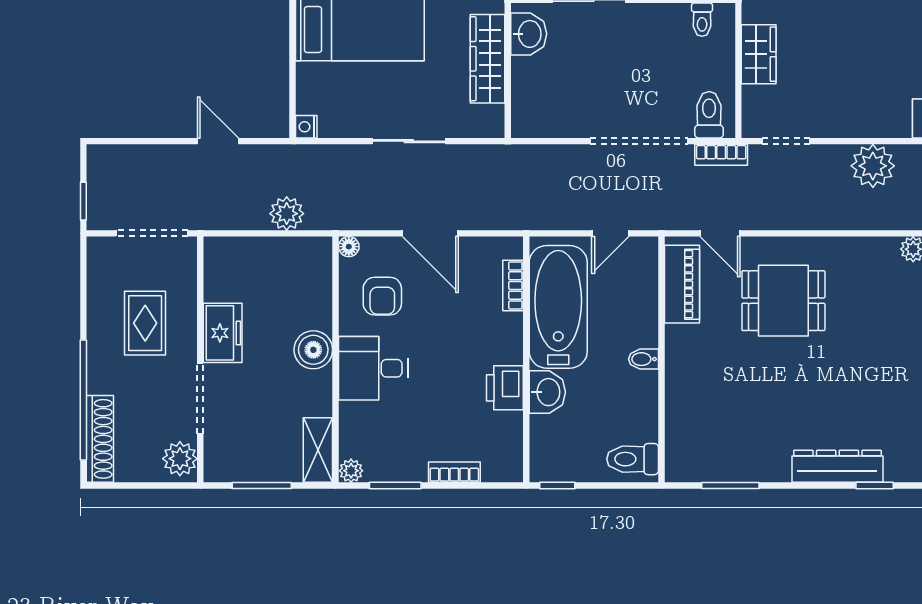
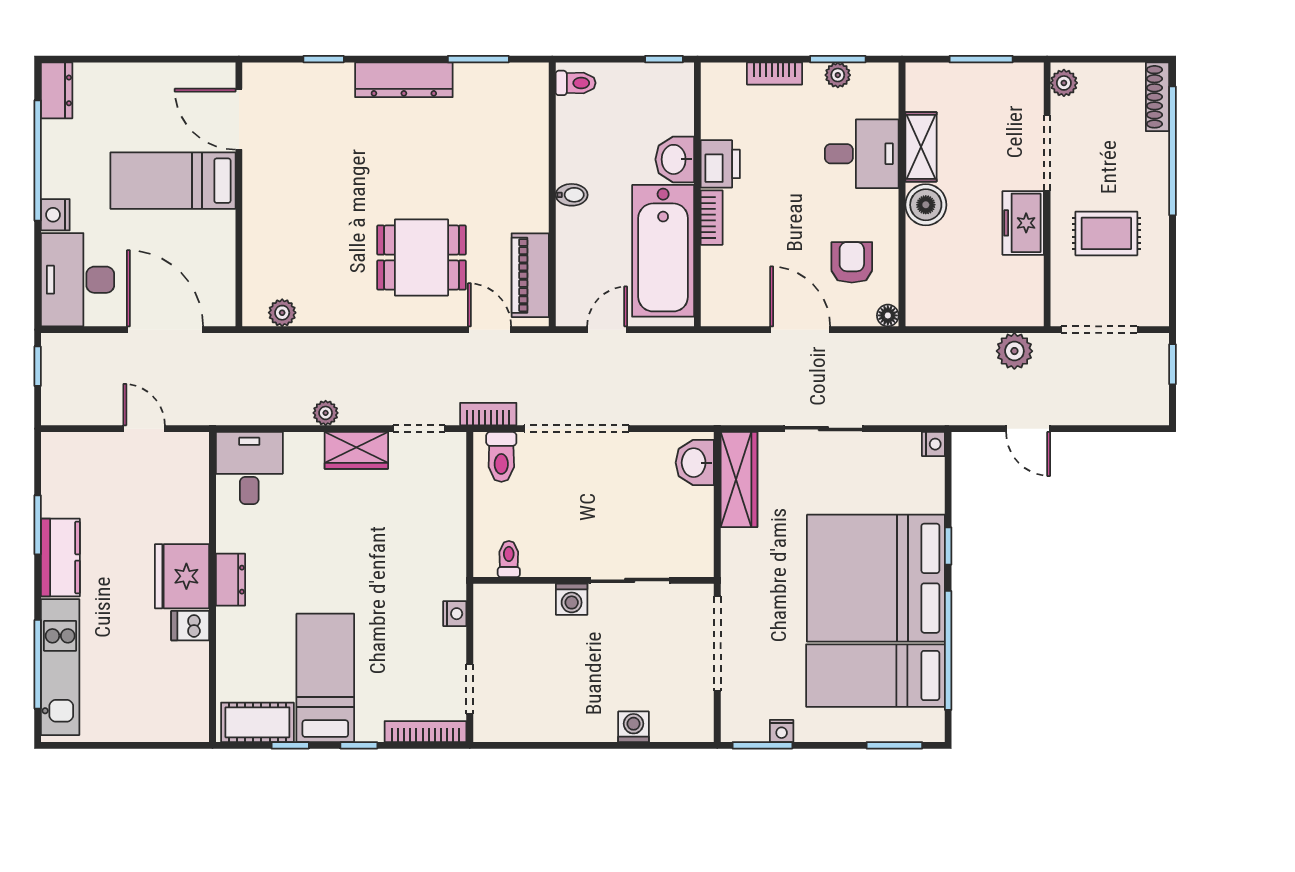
window: (292, 32) -> (948, 546), added
washbasin: (529, 34) -> (695, 463), moved
wardrobe: (759, 54) -> (356, 450), moved, turned -90
wardrobe: (488, 59) -> (739, 480), moved
plant: (873, 166) -> (326, 413), width x0.53, depth x0.53
plant: (287, 214) -> (1014, 351), moved
bookcase: (513, 285) -> (712, 218), moved
rug: (145, 323) -> (1106, 233), turned 90
desk: (373, 368) -> (862, 154), moved
shoe rack: (100, 439) -> (1158, 97), width x0.74, depth x0.81
shelving: (318, 450) -> (921, 147), moved
plant: (180, 459) -> (1064, 83), width x0.73, depth x0.73
toilet: (633, 459) -> (576, 83), width x0.73, depth x0.72
dresser: (837, 466) -> (404, 80), moved
plant: (351, 471) -> (838, 75), moved

